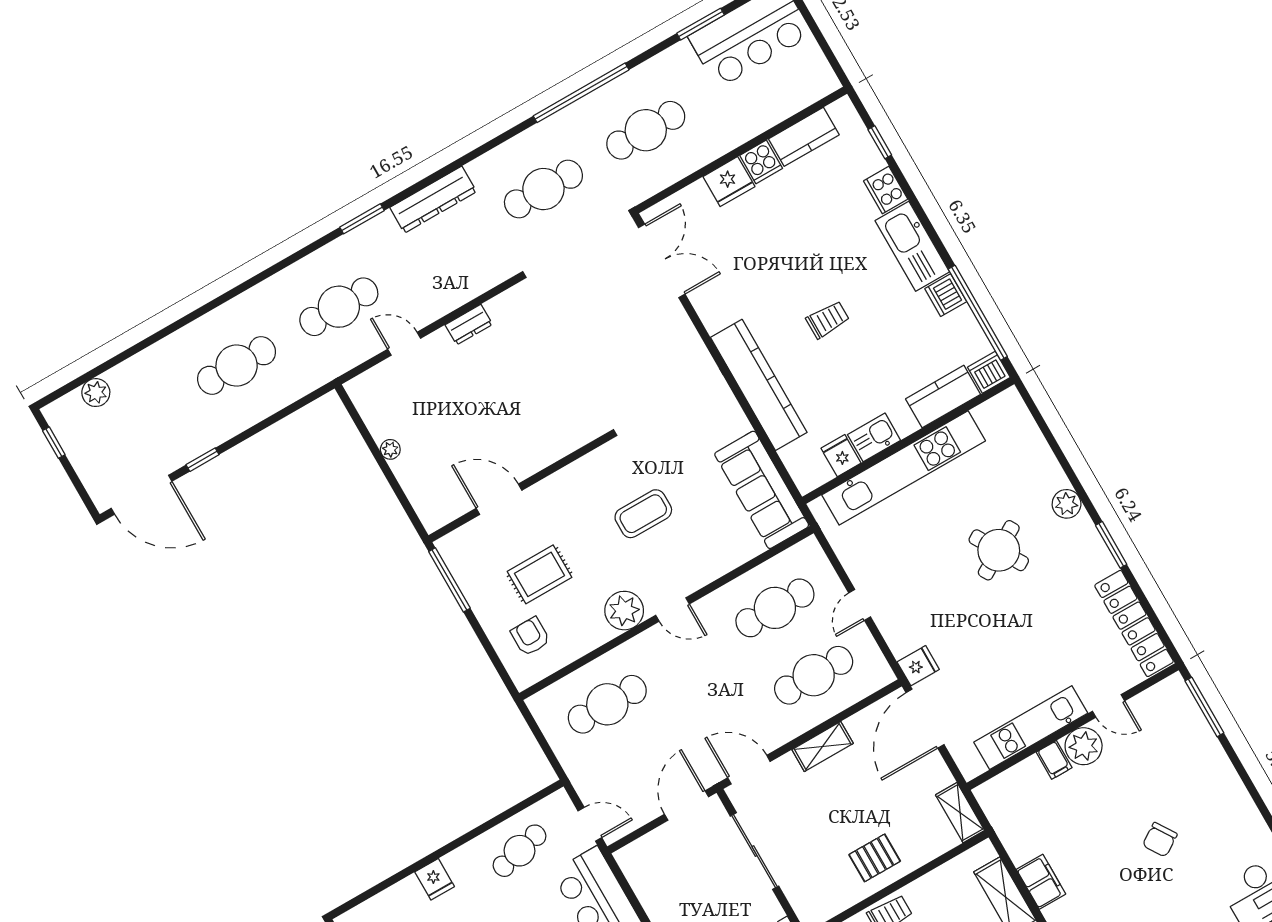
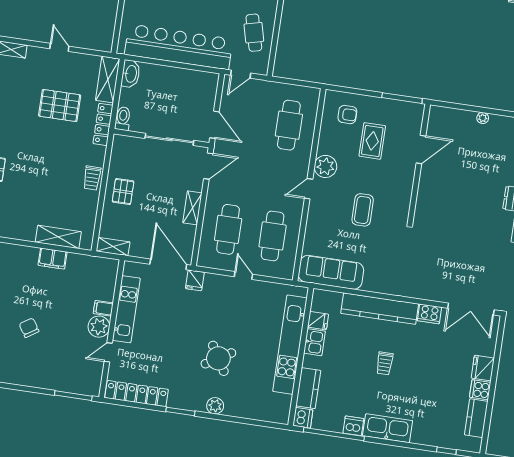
cooker: (886, 190) -> (429, 314), moved, turned 180

